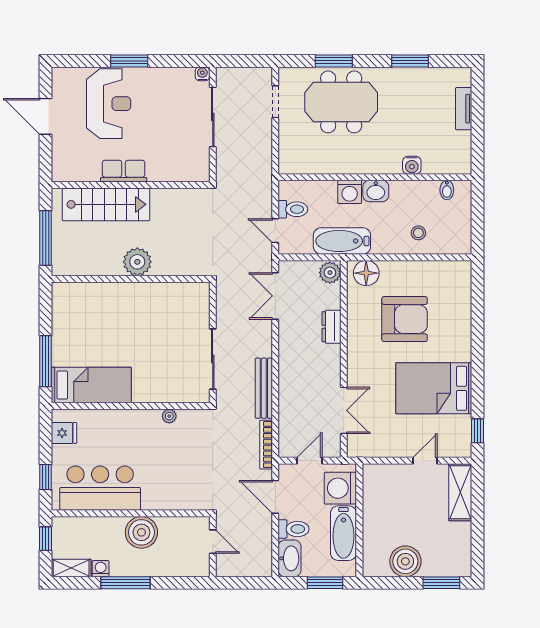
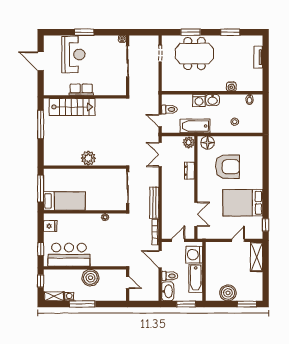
plant: (137, 262) -> (88, 158), moved
wall: (131, 279) -> (85, 167), moved

